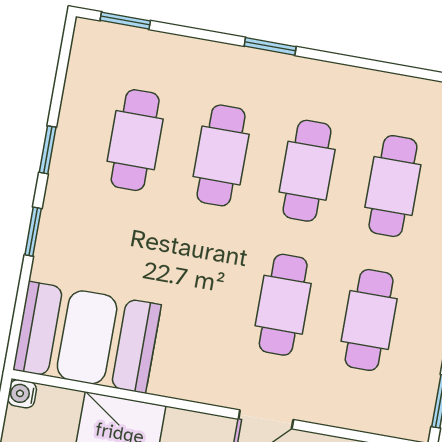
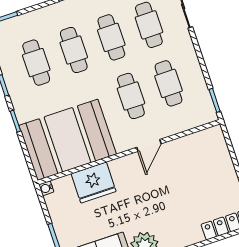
booth: (87, 337) -> (68, 140), width x1.36, depth x1.42

